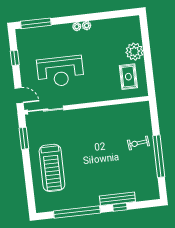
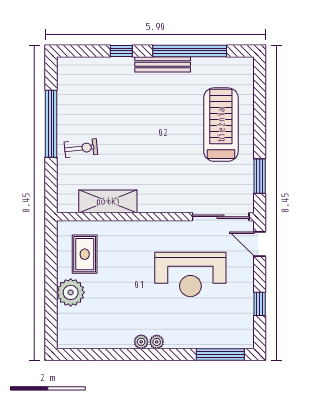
reception desk: (60, 71) -> (190, 274), turned 180
shelving: (118, 111) -> (108, 201), added
bench: (117, 199) -> (163, 64), moved

